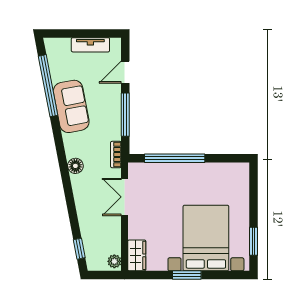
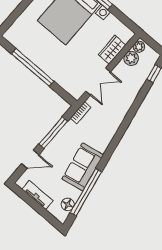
window: (175, 158) -> (33, 67), moved
floor lamp: (75, 166) -> (68, 204), moved
plant: (112, 245) -> (131, 58), added
wardrobe: (137, 255) -> (112, 50), moved

